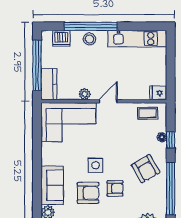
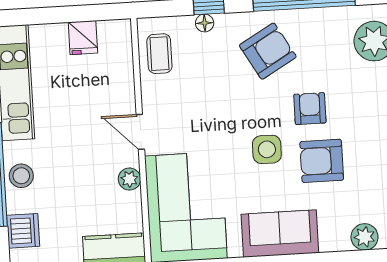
fridge: (158, 93) -> (83, 38), moved
sofa: (52, 185) -> (280, 234), moved
armchair: (88, 193) -> (322, 161), turned -90

